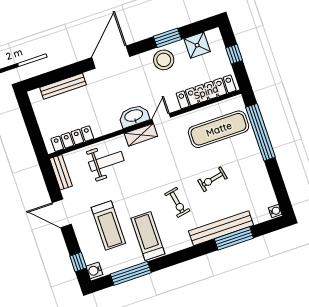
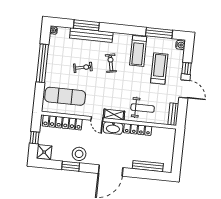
shower: (197, 45) -> (44, 152), moved
door: (161, 118) -> (97, 119), hinge flipped
window: (261, 132) -> (42, 63), moved
locker: (72, 139) -> (138, 130), moved
weight bench: (106, 161) -> (143, 108), turned 180
window: (78, 262) -> (186, 68), moved

